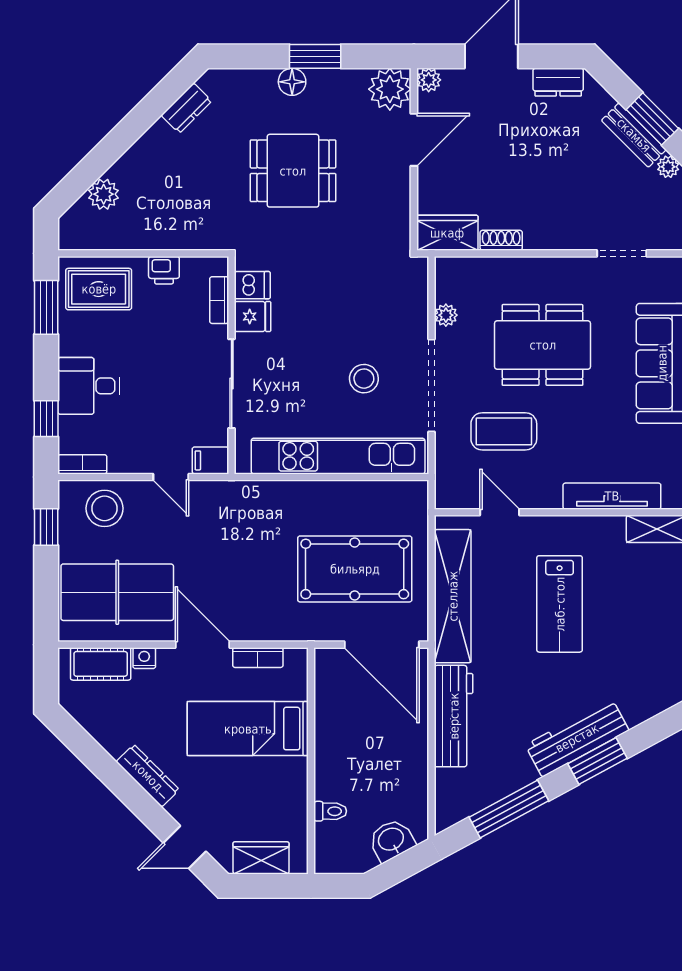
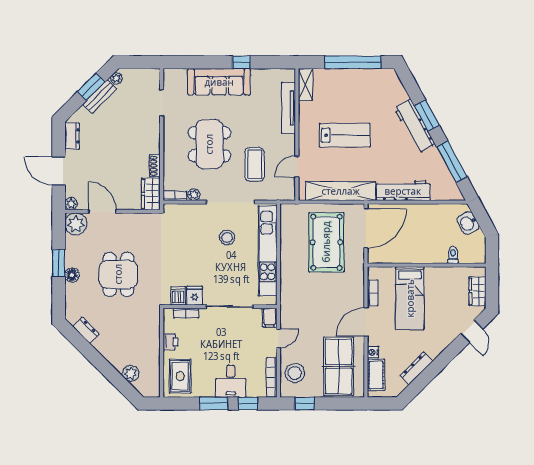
bookcase: (444, 279) -> (175, 196), added
window: (46, 307) -> (214, 403), moved
bookcase: (82, 464) -> (272, 377), width x1.56
dresser: (148, 776) -> (416, 368), moved

